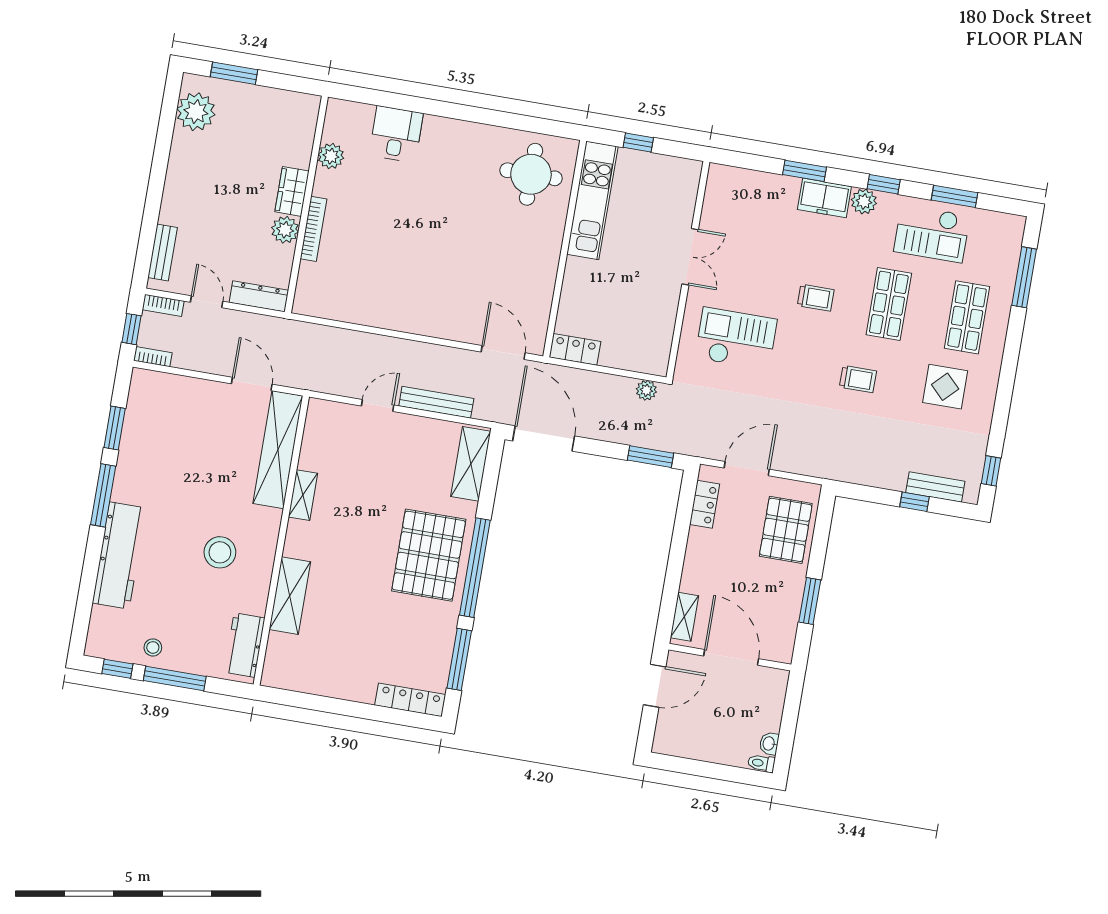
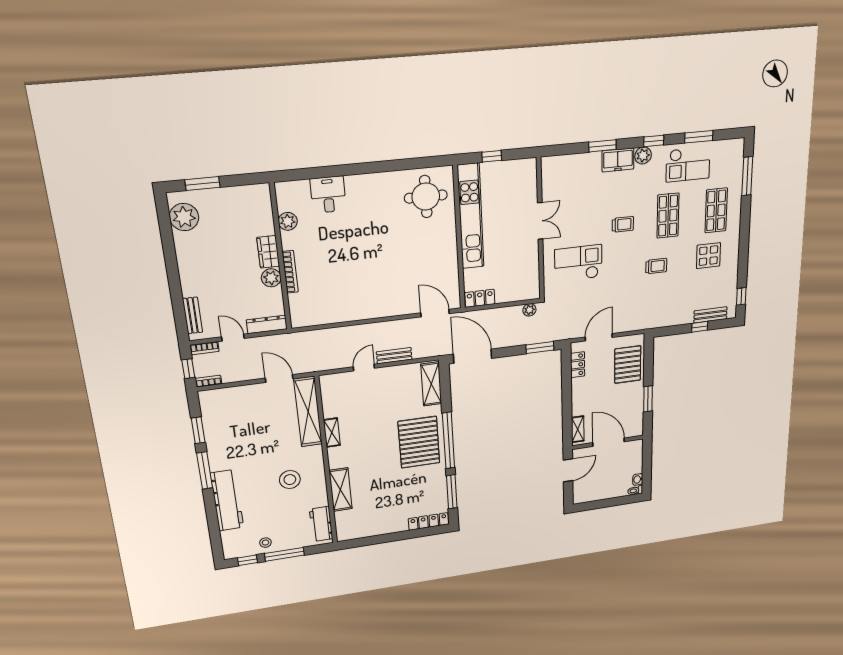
kitchen unit: (592, 200) -> (471, 216), width x1.36
bench: (436, 402) -> (394, 356), width x0.73

